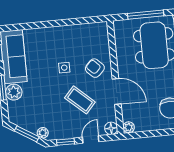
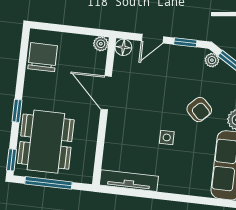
tv unit: (86, 29) -> (129, 181), added
armchair: (95, 68) -> (199, 110), moved
coffee table: (80, 100) -> (155, 92), removed

